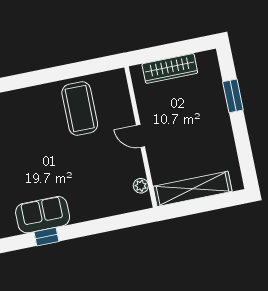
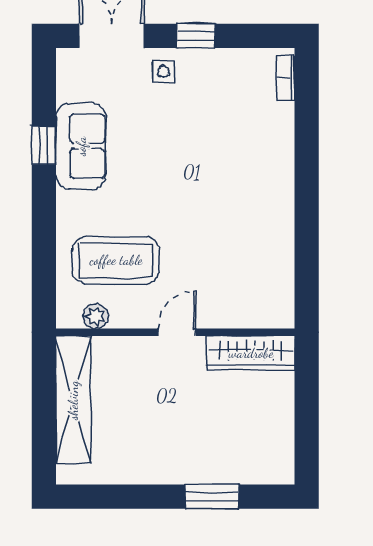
wardrobe: (170, 68) -> (251, 353), moved, turned -90
coffee table: (80, 109) -> (116, 260), moved

